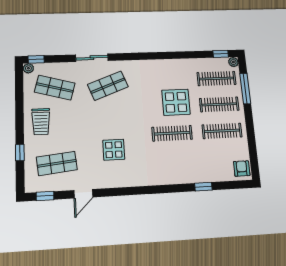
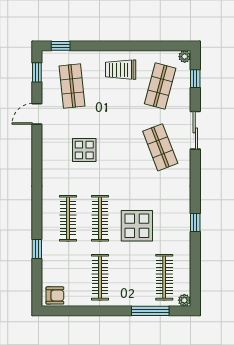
window: (221, 54) -> (195, 222), moved
window: (36, 59) -> (195, 79), moved
clothes rail: (219, 104) -> (68, 218), moved
window: (20, 153) -> (61, 46), moved
door: (83, 194) -> (37, 114), hinge flipped

